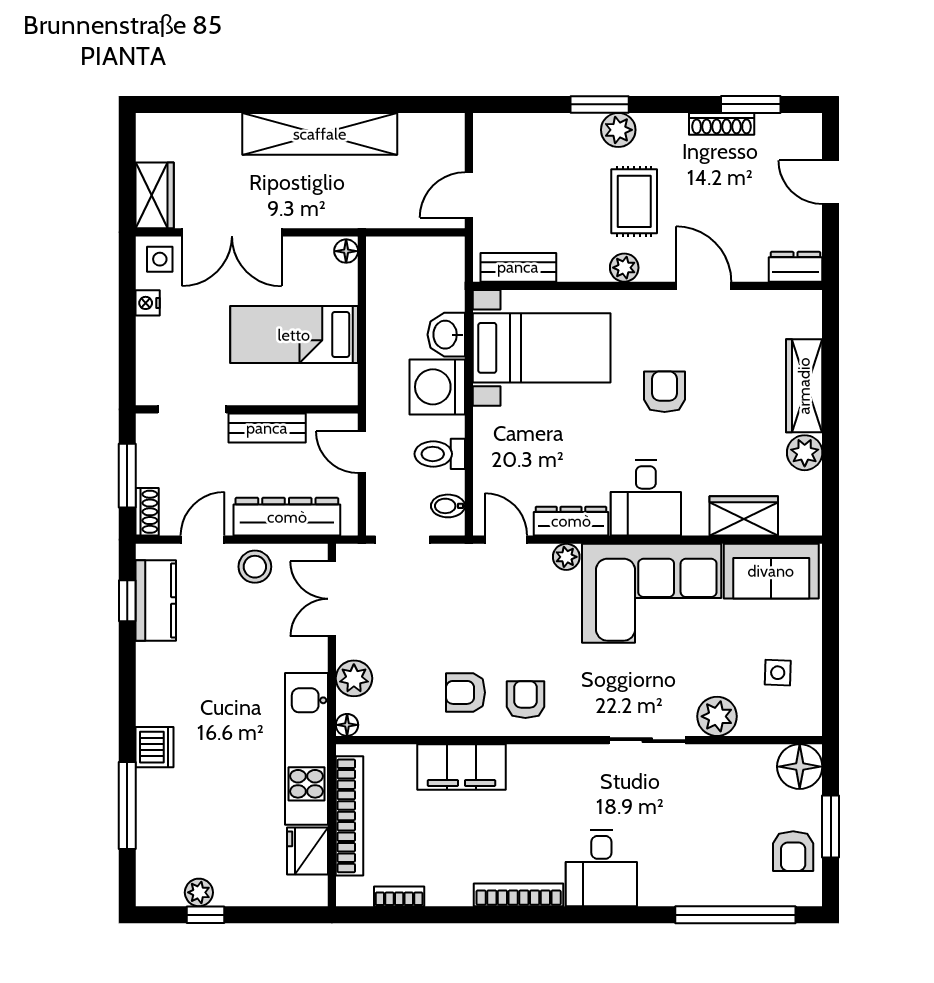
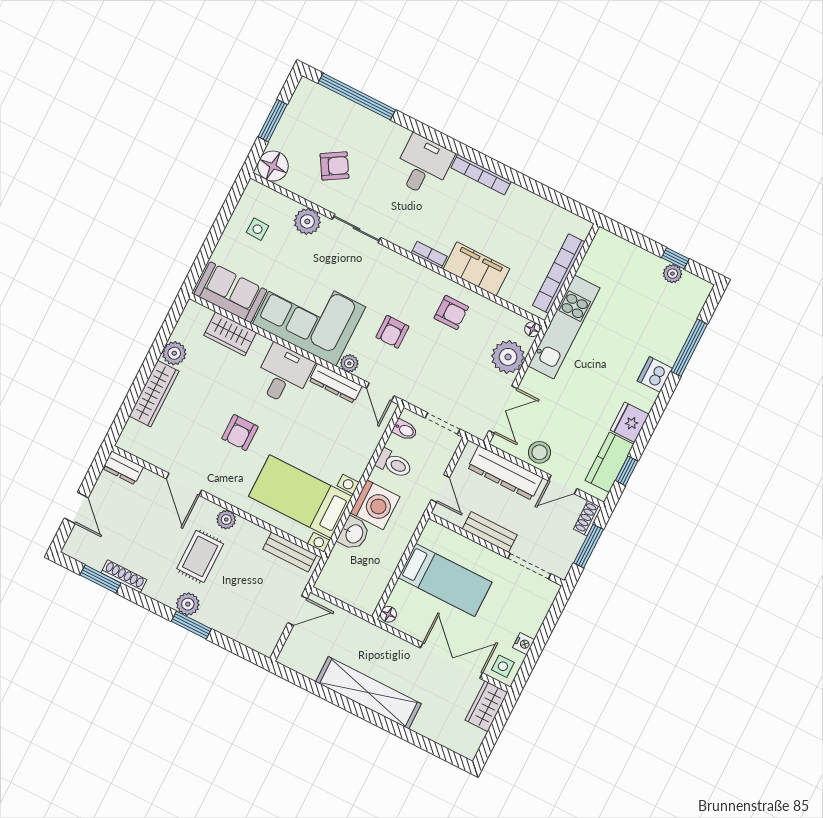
plant: (354, 678) -> (508, 357), width x1.36, depth x1.36
armchair: (525, 700) -> (392, 332), moved
fridge: (308, 851) -> (630, 422), moved, turned 180
armchair: (793, 851) -> (335, 166), moved, turned 59
bookcase: (399, 896) -> (429, 255), moved, turned 180

